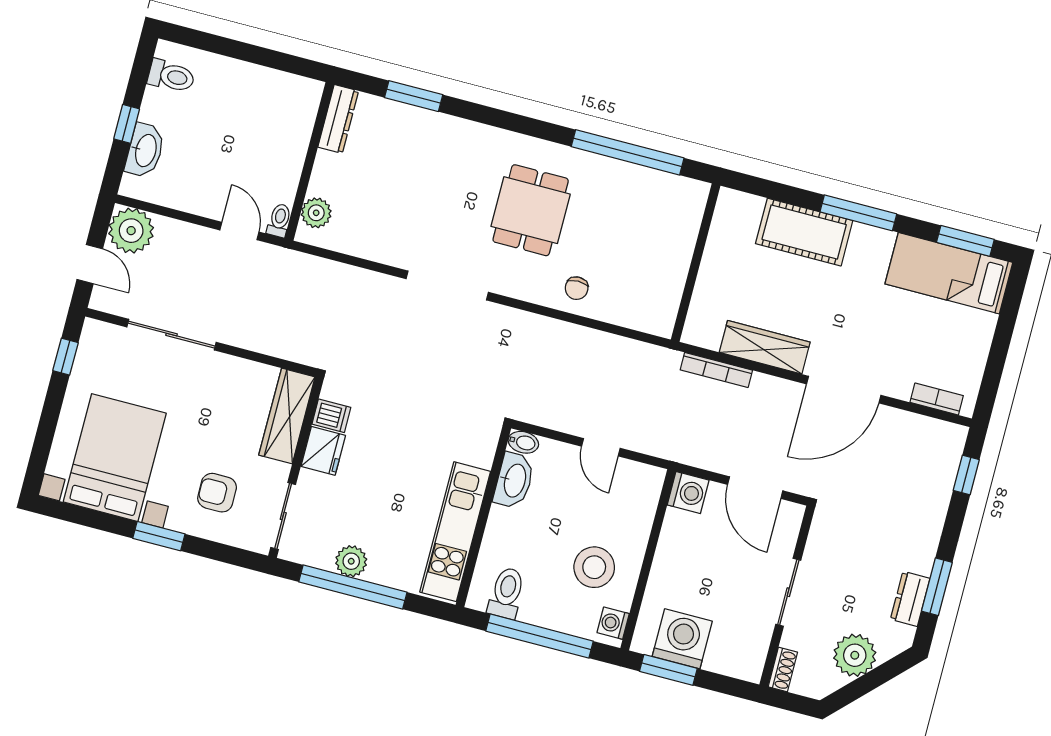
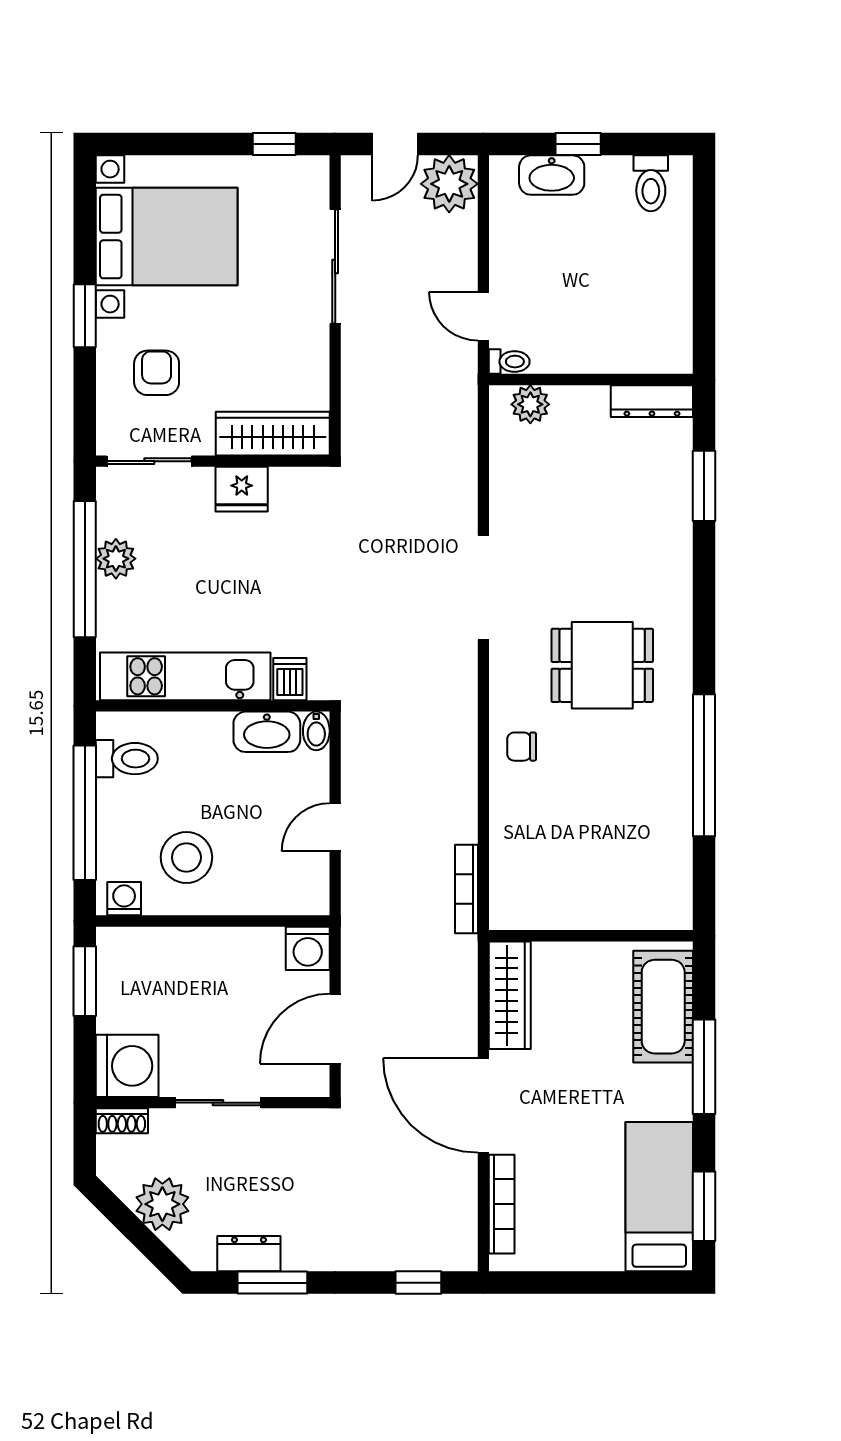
door: (239, 231) -> (483, 316), swing flipped
wall: (696, 263) -> (591, 936), moved
bookcase: (716, 370) -> (467, 889), moved
bookcase: (937, 399) -> (502, 1204), width x1.56
dishwasher: (331, 416) -> (290, 679), moved, turned 180
washing machine: (682, 639) -> (127, 1066), moved

